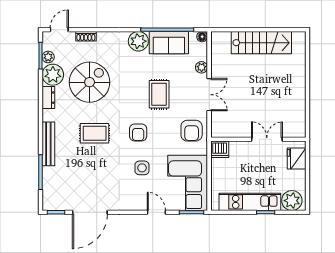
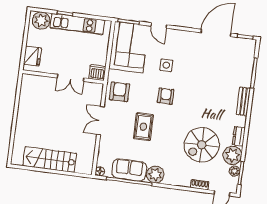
plant: (202, 67) -> (104, 145), removed
rug: (95, 133) -> (203, 100), removed
double door: (267, 139) -> (70, 78), moved
bench: (48, 144) -> (243, 101), width x0.73

